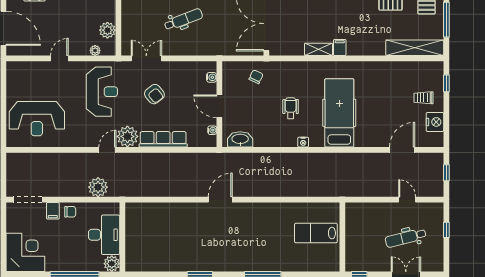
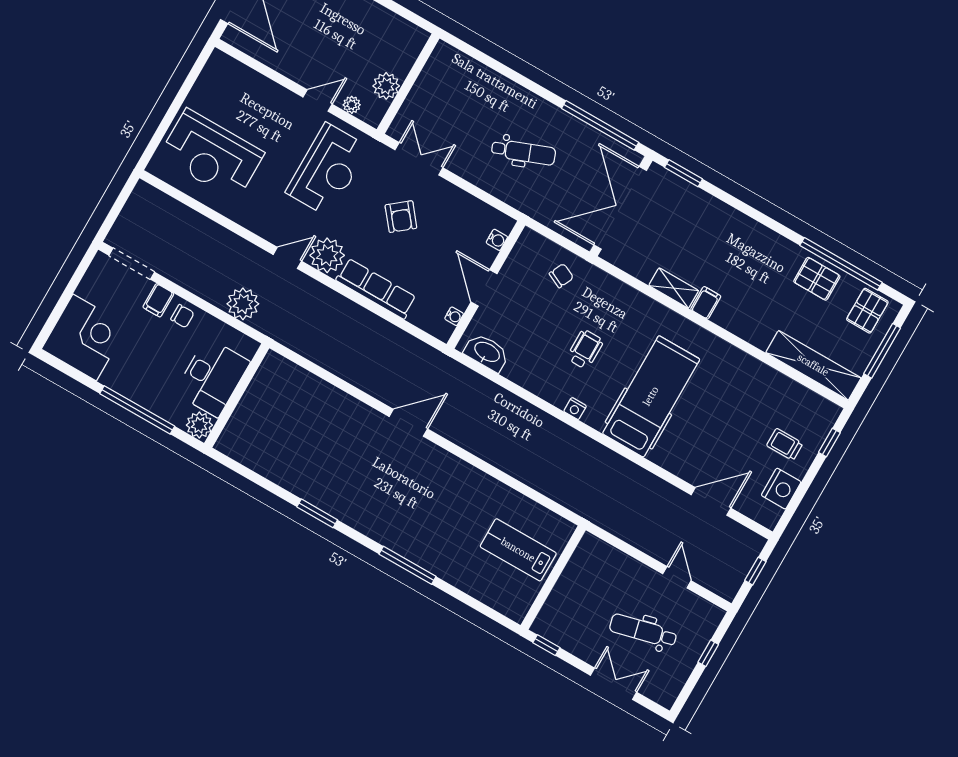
dental chair: (183, 20) -> (523, 152), moved
door: (59, 58) -> (318, 101), moved

